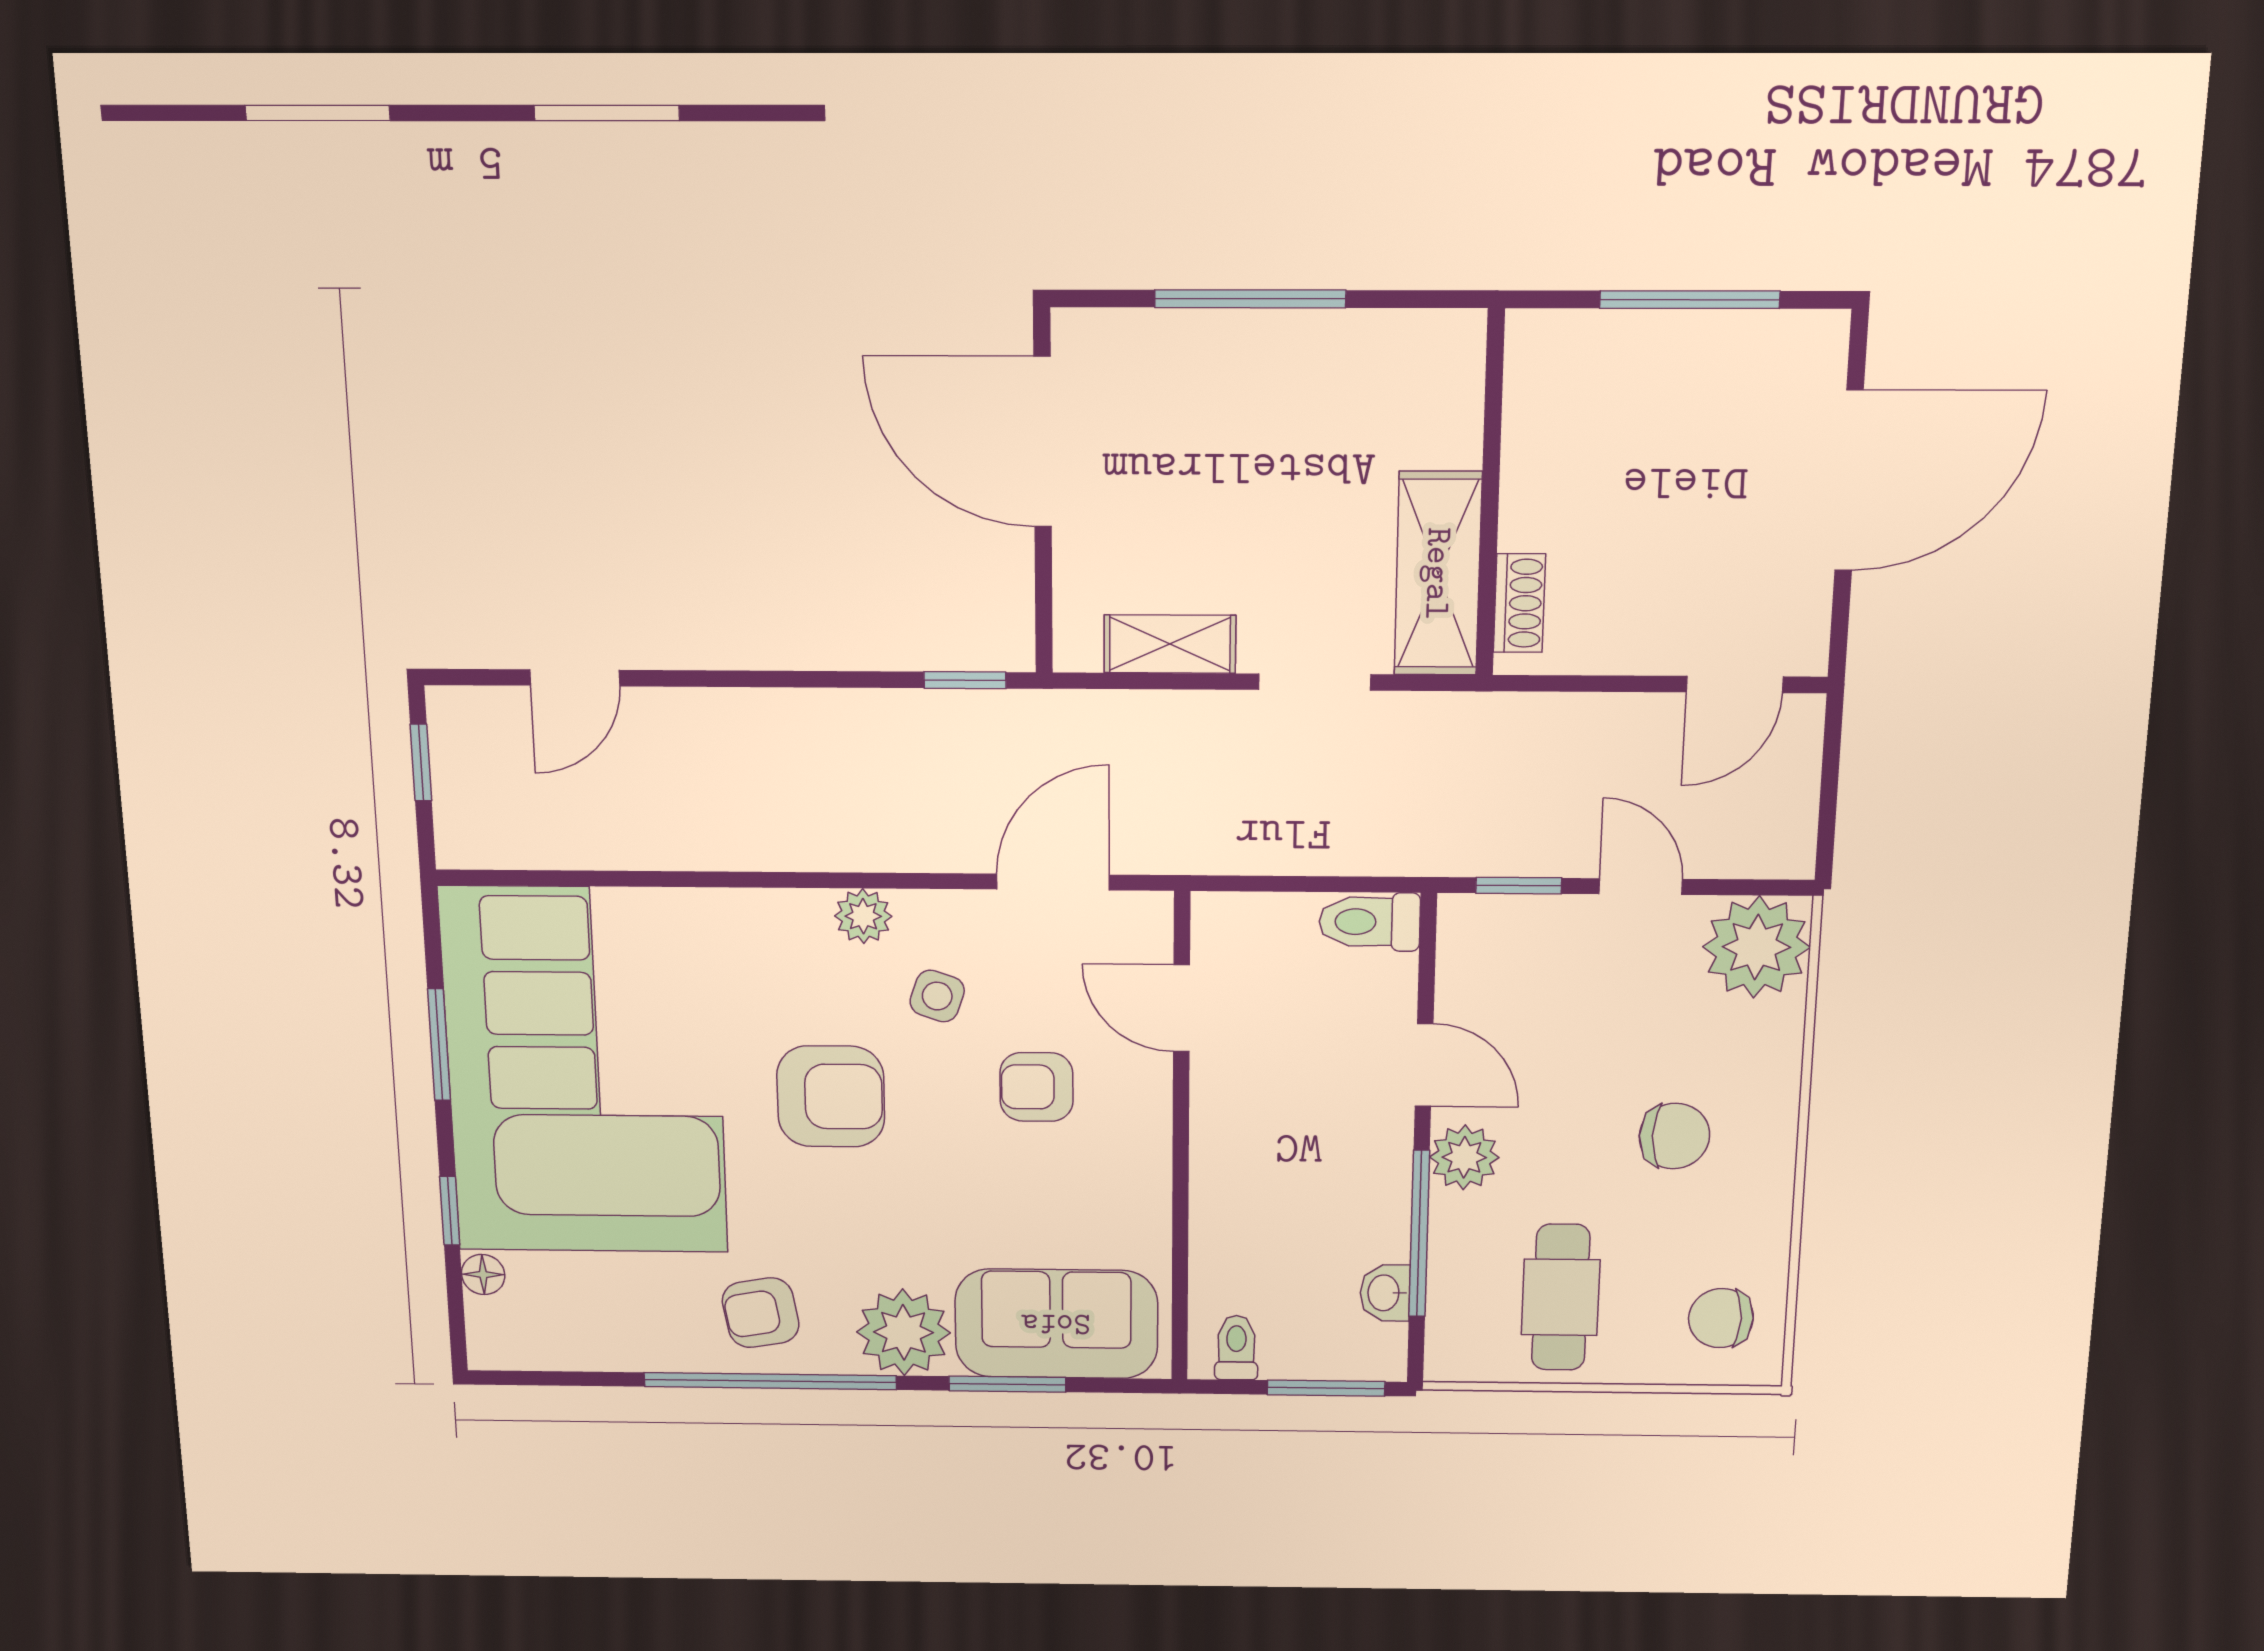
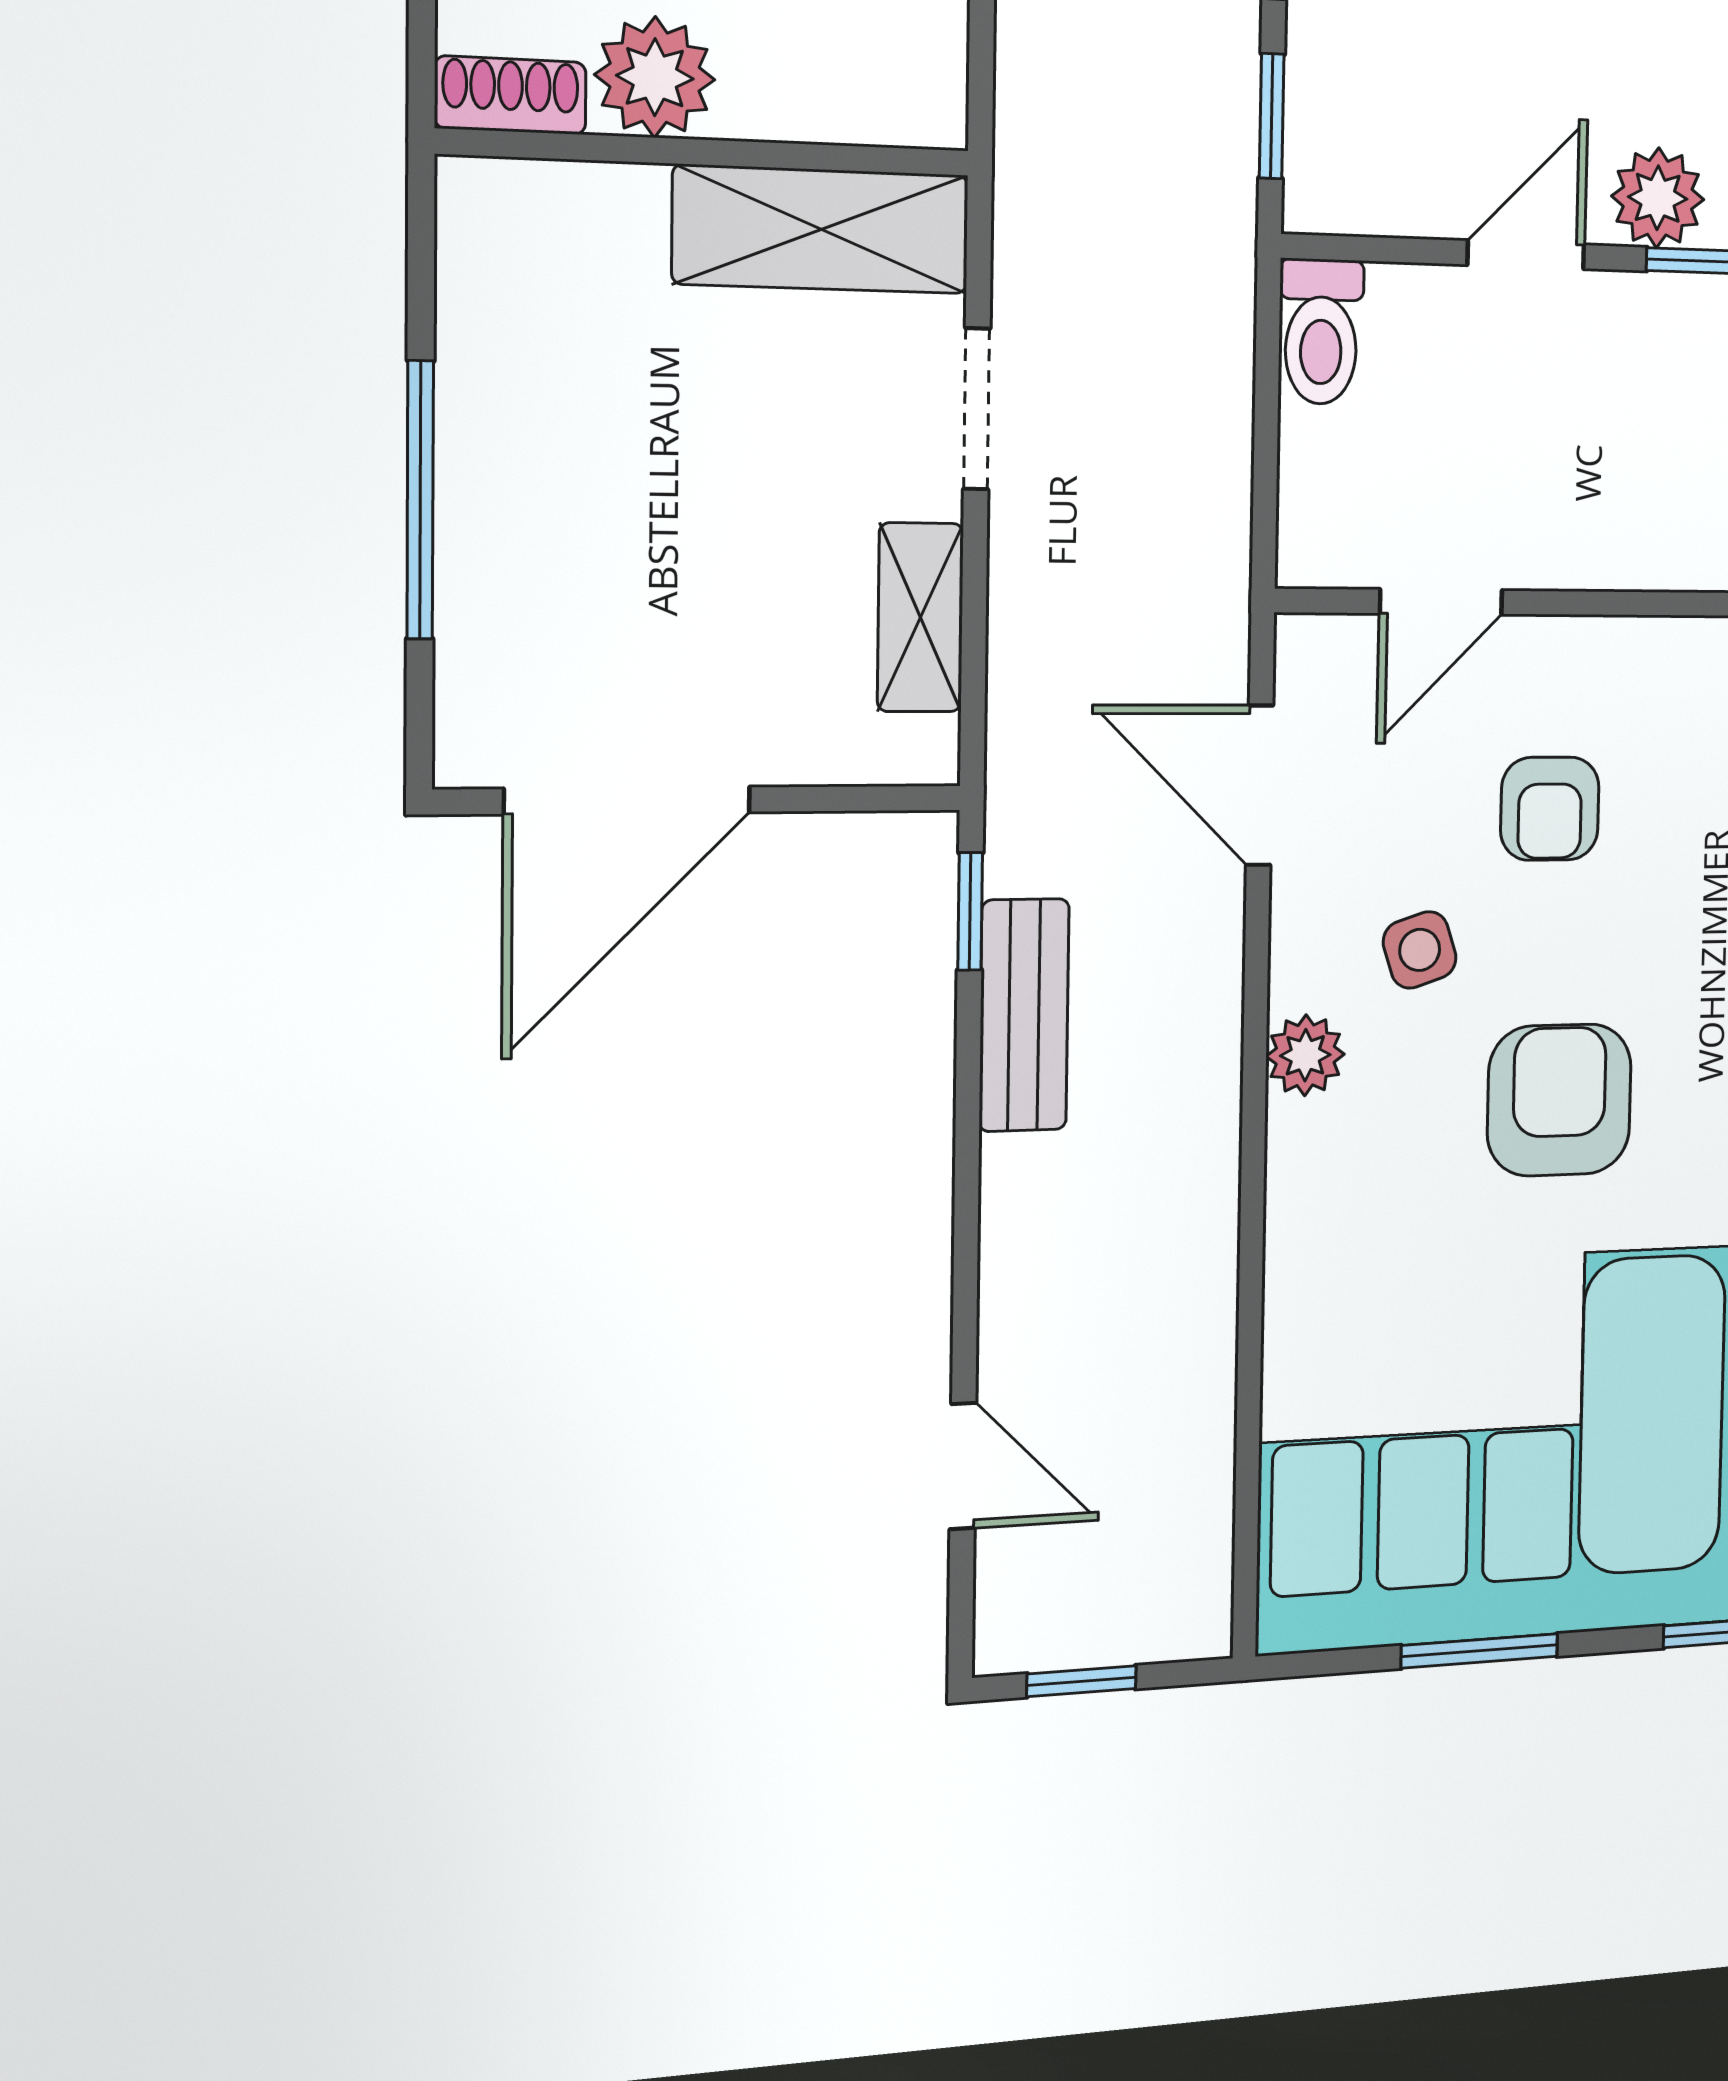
plant: (1542, 459) -> (655, 77), added
shoe rack: (1519, 603) -> (510, 95), moved
bench: (892, 718) -> (1024, 1015), added
side table: (937, 996) -> (1420, 950), turned -37

